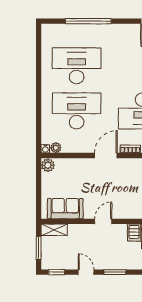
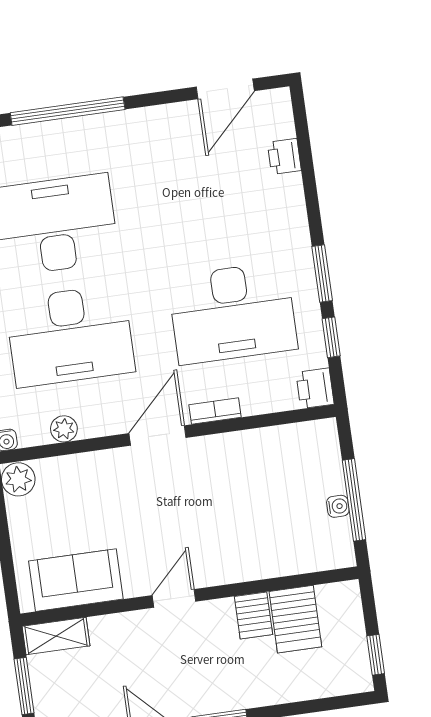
desk: (77, 111) -> (70, 336), turned 180
plant: (56, 148) -> (64, 429), moved

